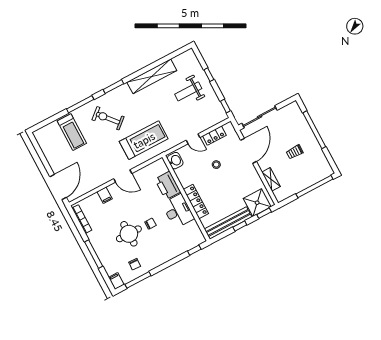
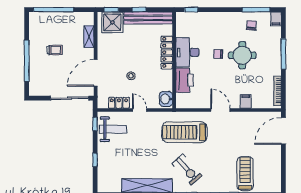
weight bench: (188, 91) -> (113, 129), moved
exercise bike: (108, 118) -> (187, 170), moved

